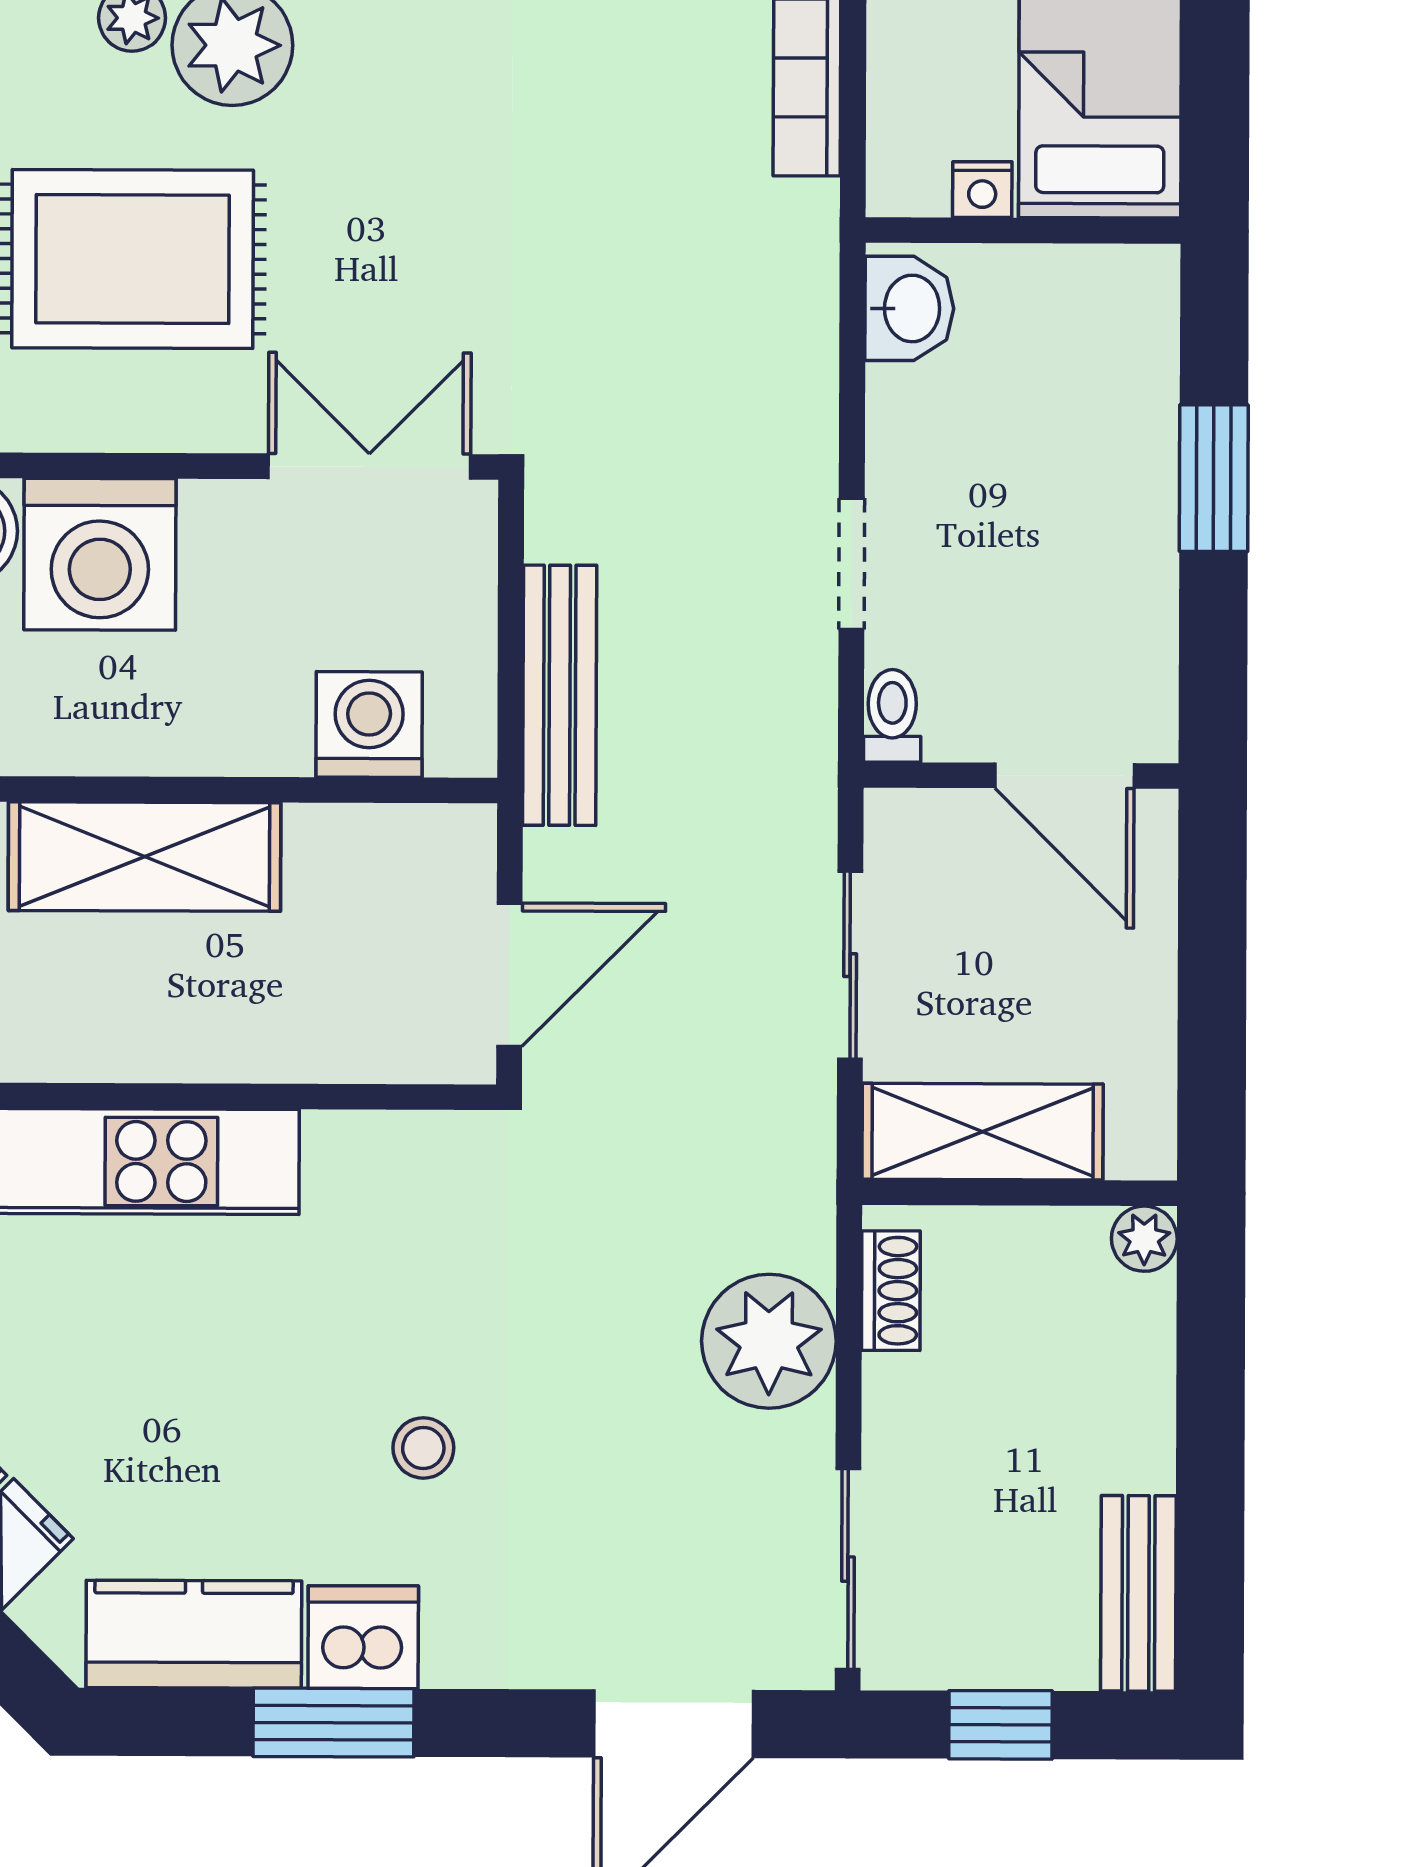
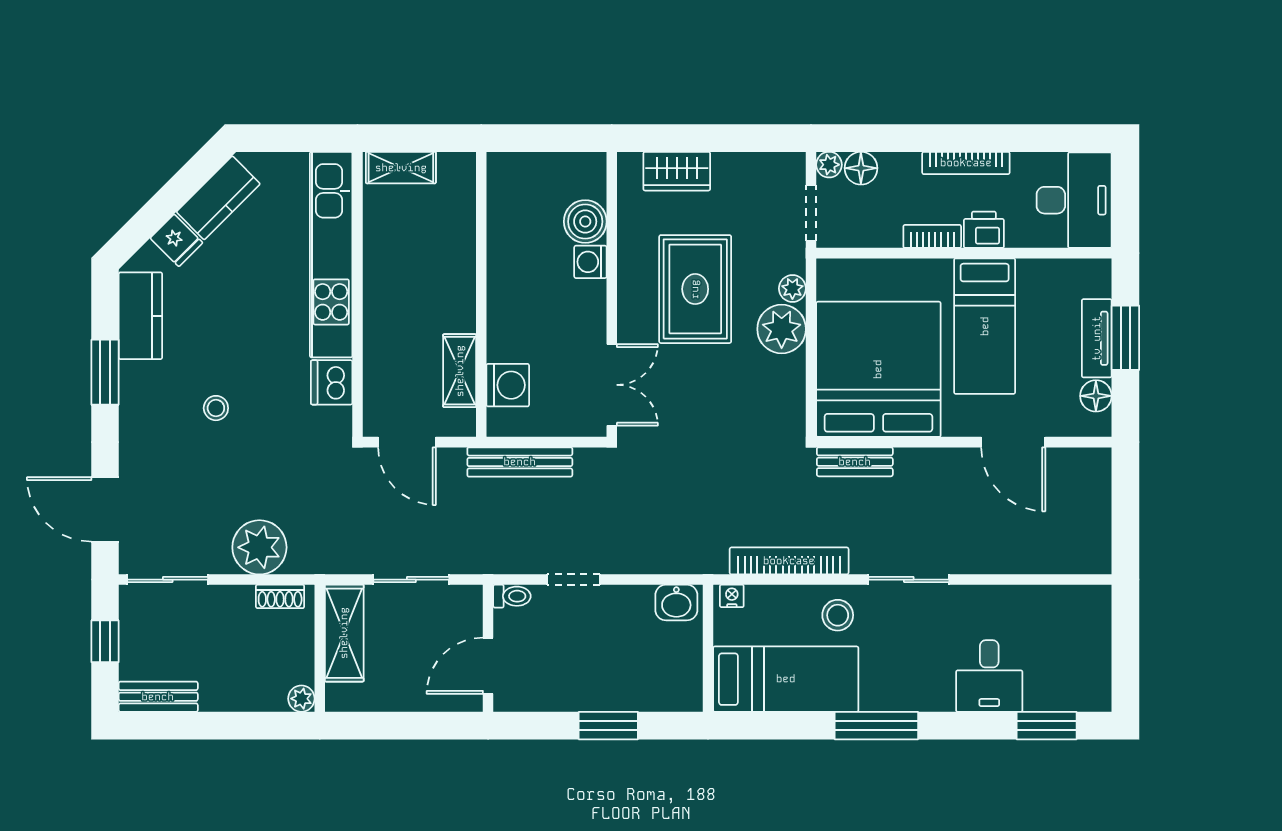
nightstand: (982, 190) -> (732, 596), moved, turned 90
washing machine: (100, 554) -> (590, 262), width x0.53, depth x0.53
shelving: (145, 857) -> (460, 371), moved, width x0.67, depth x0.75
dishwasher: (363, 1637) -> (332, 382), moved, turned 180

